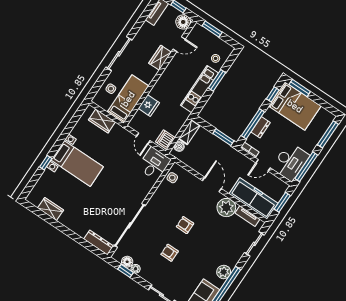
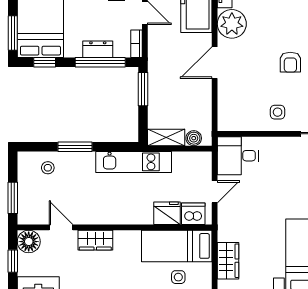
kitchen unit: (199, 89) -> (134, 162), moved
dishwasher: (165, 140) -> (193, 214), moved, turned 180
side table: (172, 178) -> (278, 112), moved

